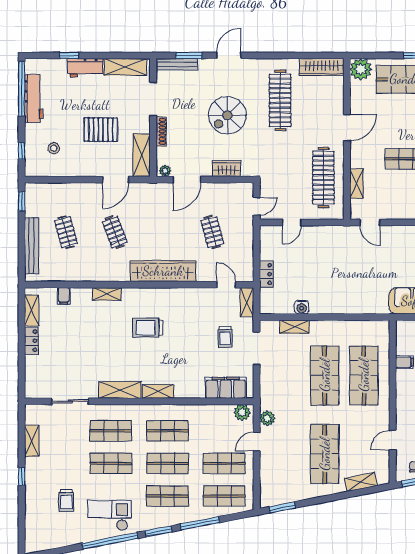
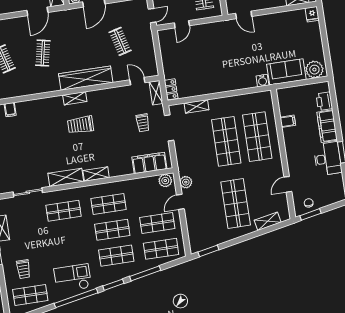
clothes rail: (115, 232) -> (43, 53), turned 33
locker: (266, 274) -> (171, 89), moved
shelving: (107, 294) -> (75, 98), moved
water cooler: (302, 307) -> (262, 81), moved
shop shelf: (111, 463) -> (30, 295), moved
trolley: (66, 500) -> (23, 269), moved

